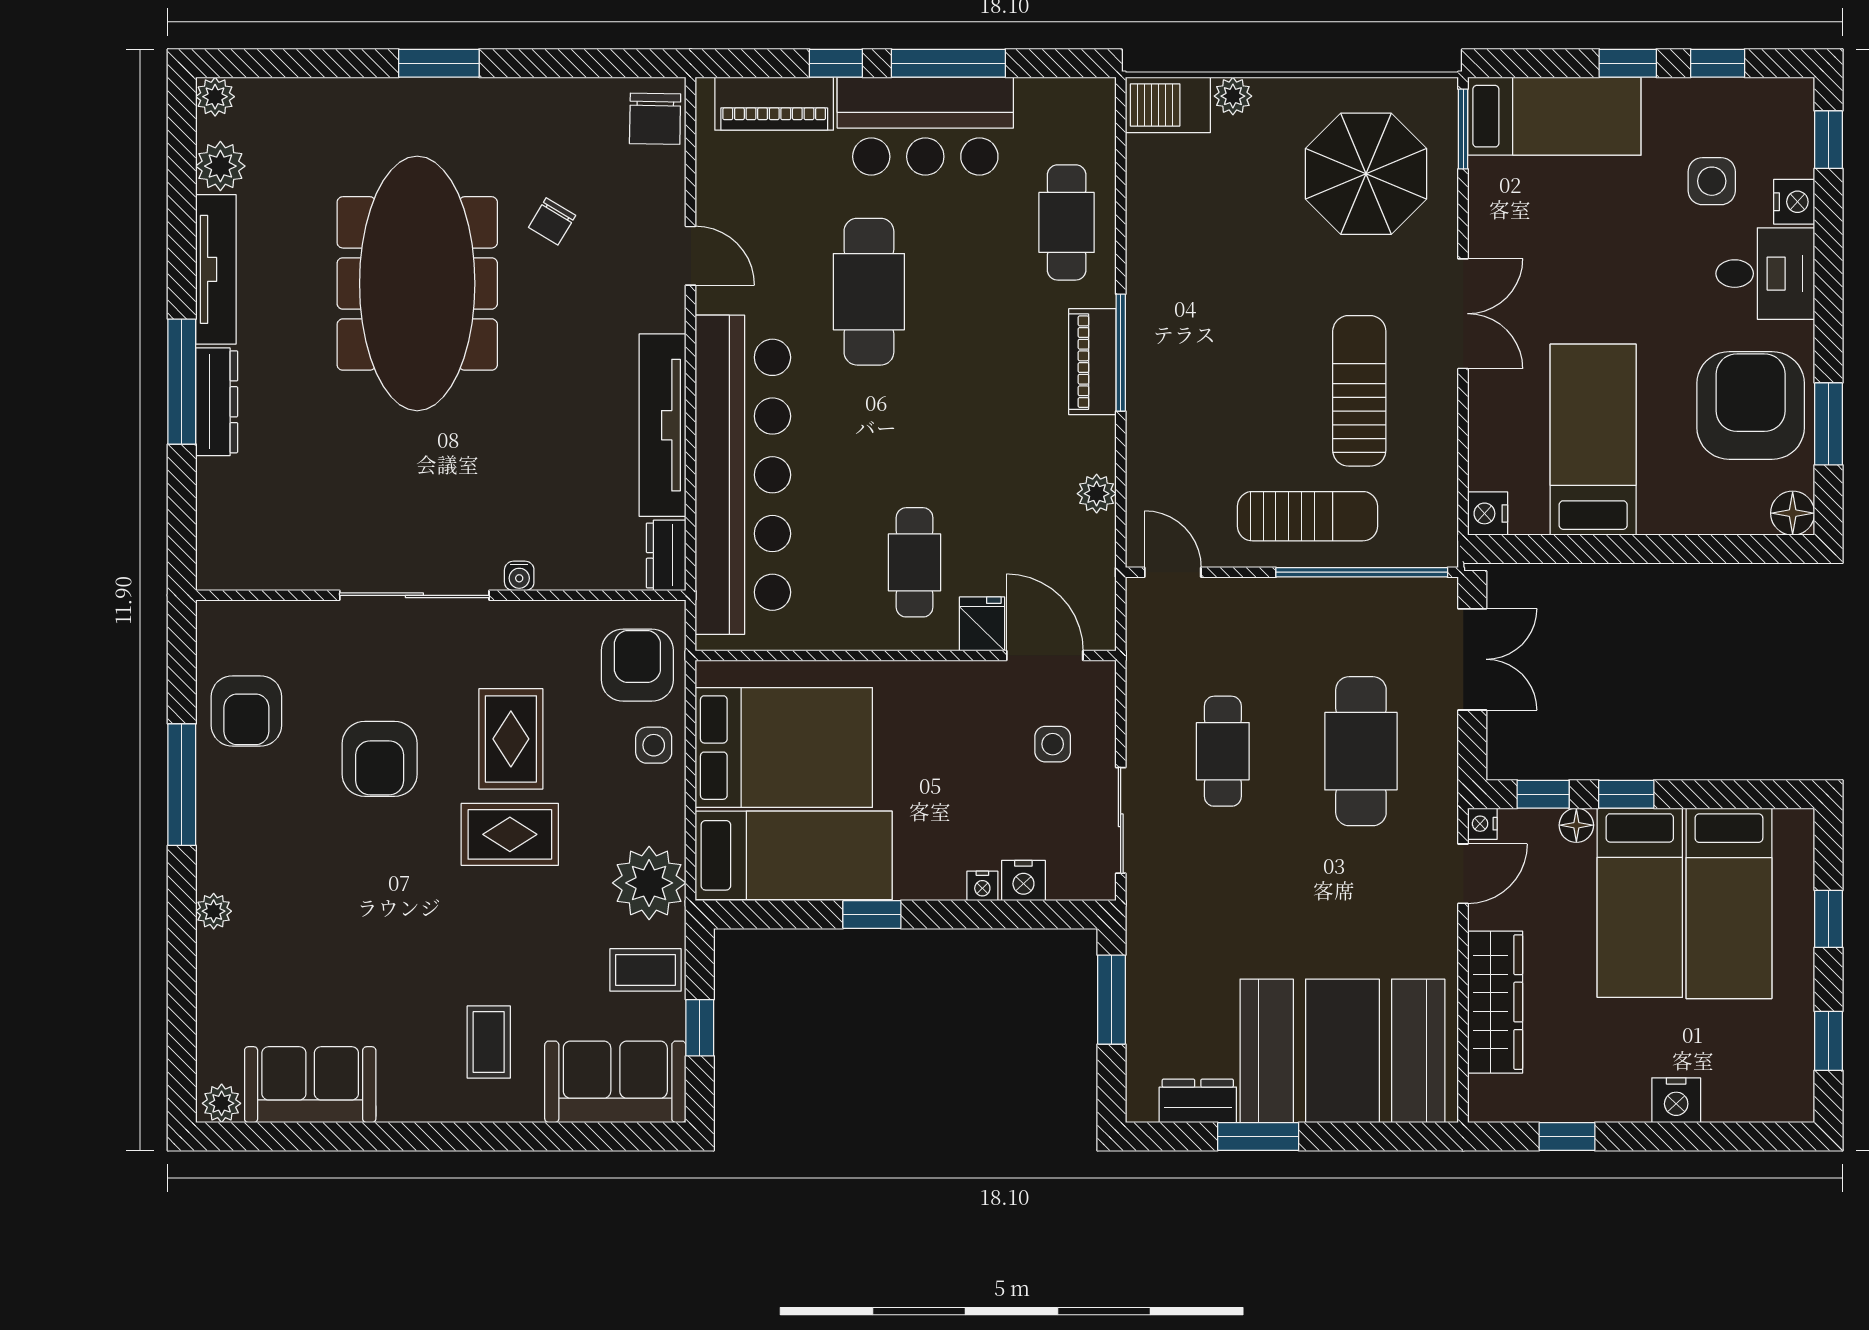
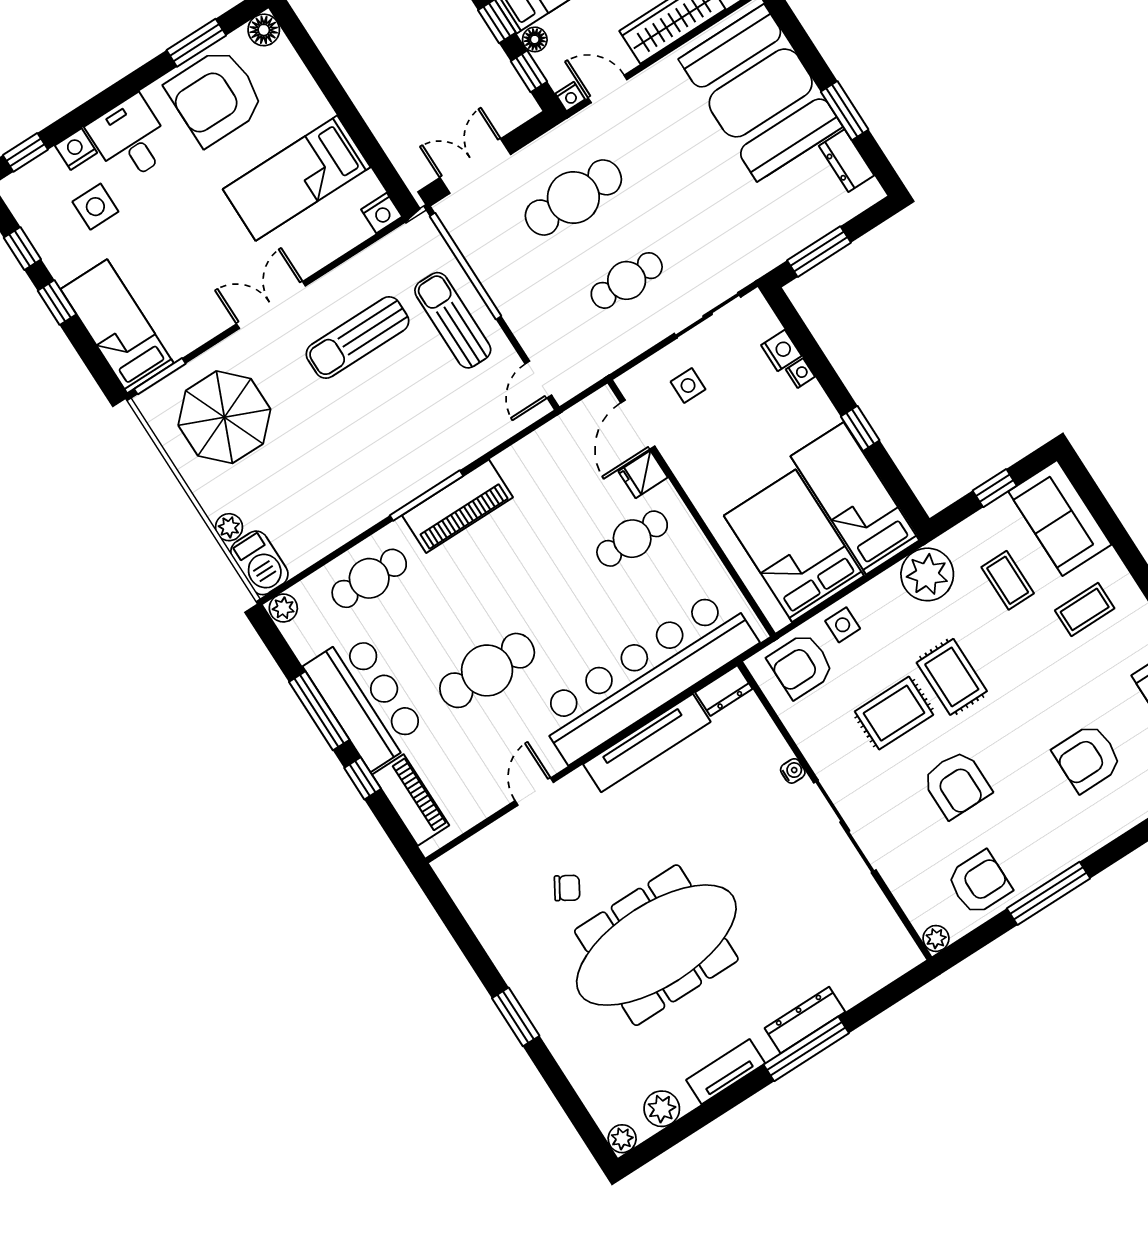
chair: (655, 119) -> (466, 866), removed
tv unit: (216, 269) -> (726, 1072), width x0.71
piano: (1092, 362) -> (458, 506), width x1.37, depth x1.33
plant: (1097, 494) -> (283, 608), moved
armchair: (380, 759) -> (957, 784), turned 90
plant: (214, 911) -> (936, 938), moved
armchair: (312, 933) -> (1087, 758), added
coffee table: (645, 970) -> (1008, 580), moved

